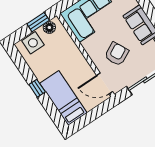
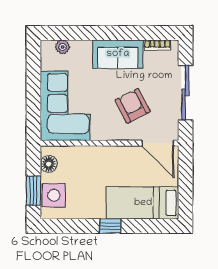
window: (38, 22) -> (33, 191), moved
door: (105, 83) -> (158, 143), hinge flipped

